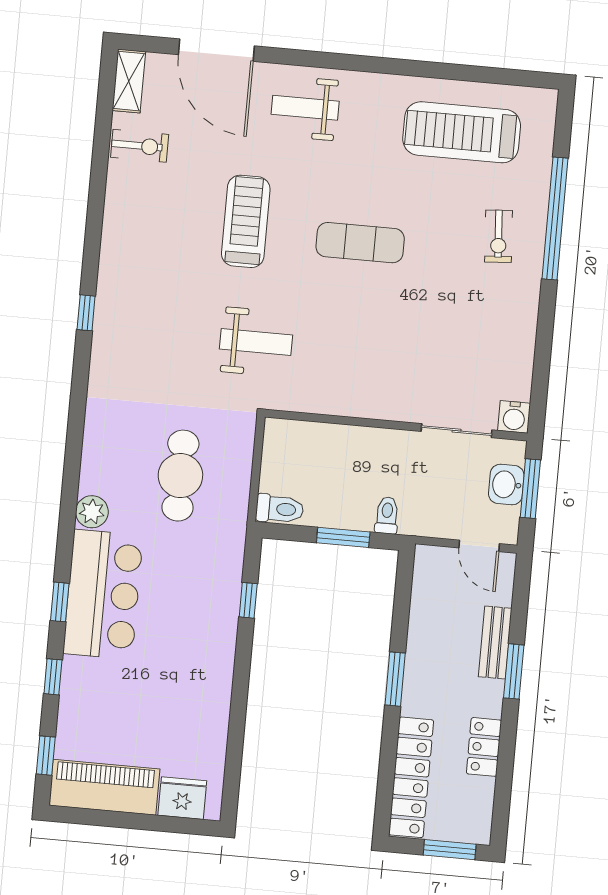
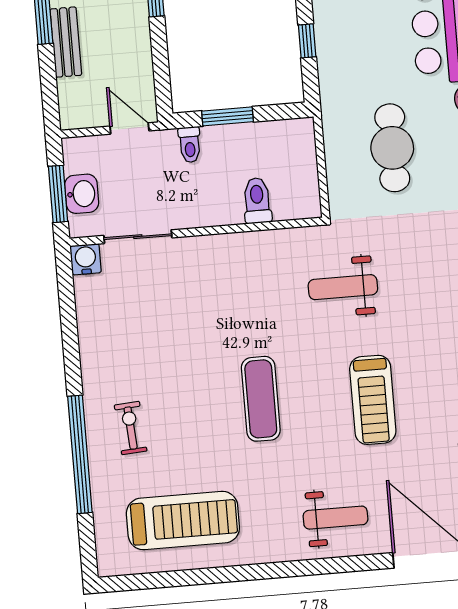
exercise mat: (360, 243) -> (261, 399), turned 90
toilet: (280, 509) -> (257, 201), moved, turned 90
door: (479, 546) -> (130, 128), moved

